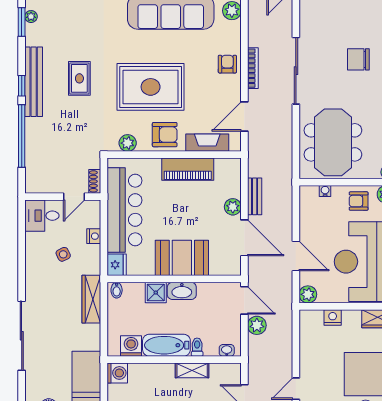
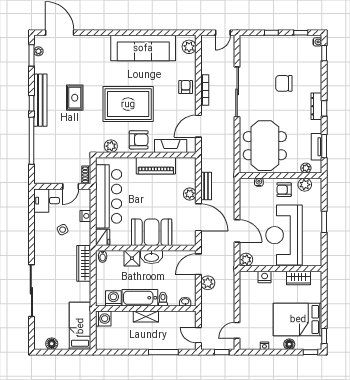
door: (244, 300) -> (198, 264), swing flipped
shelving: (192, 370) -> (146, 317), moved

